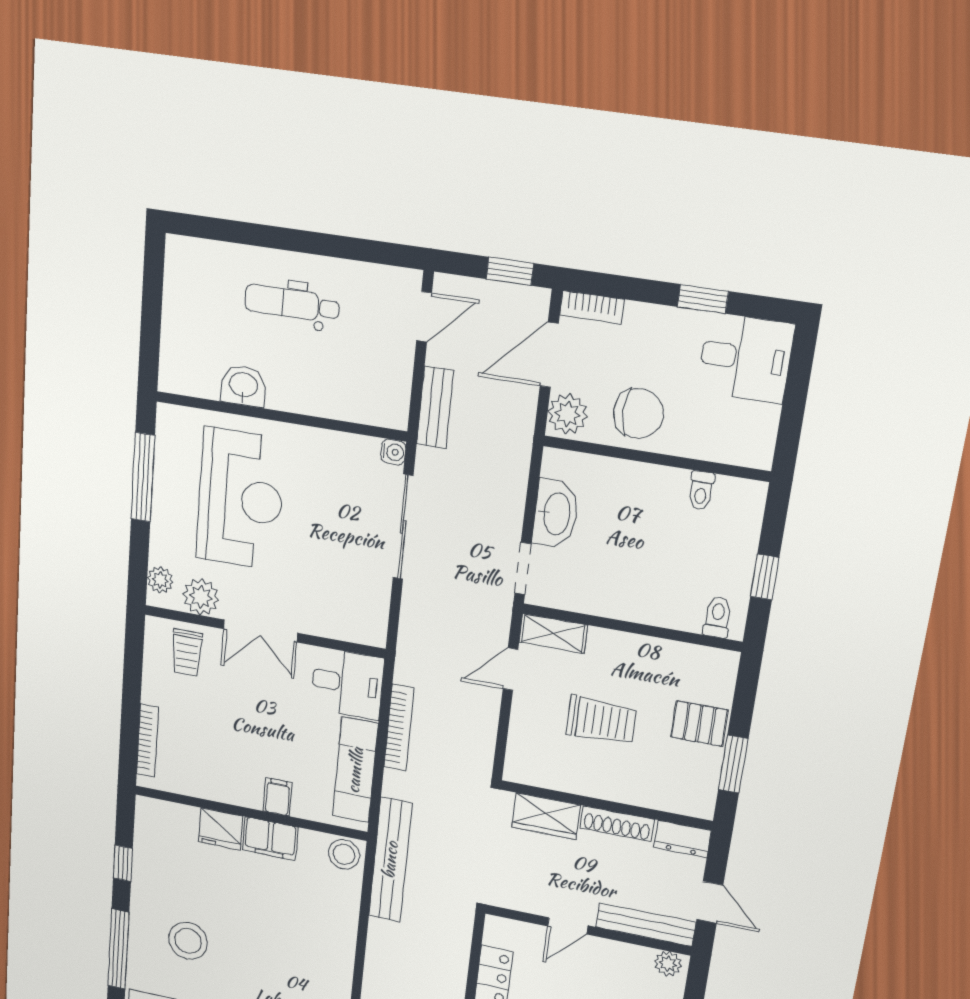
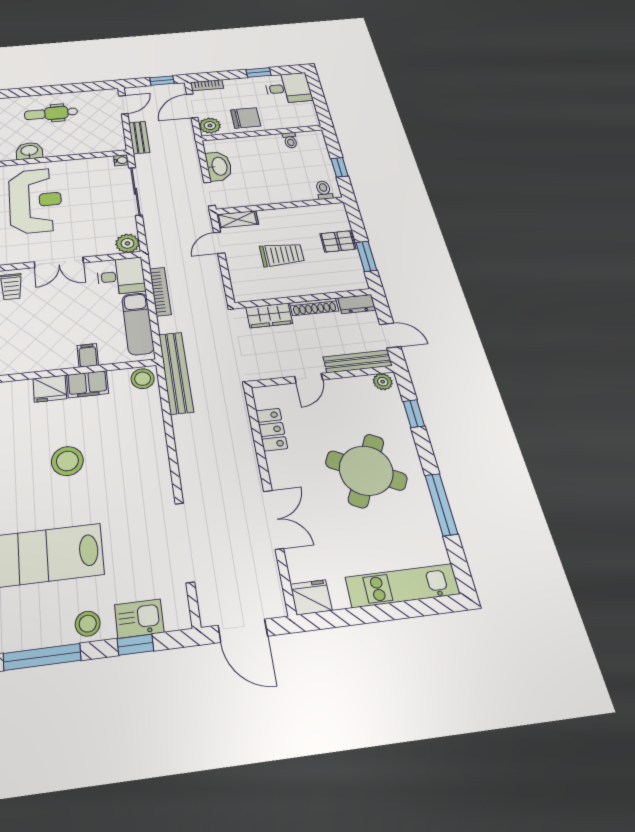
plant: (201, 597) -> (127, 243), moved
stool: (188, 941) -> (67, 461), moved

